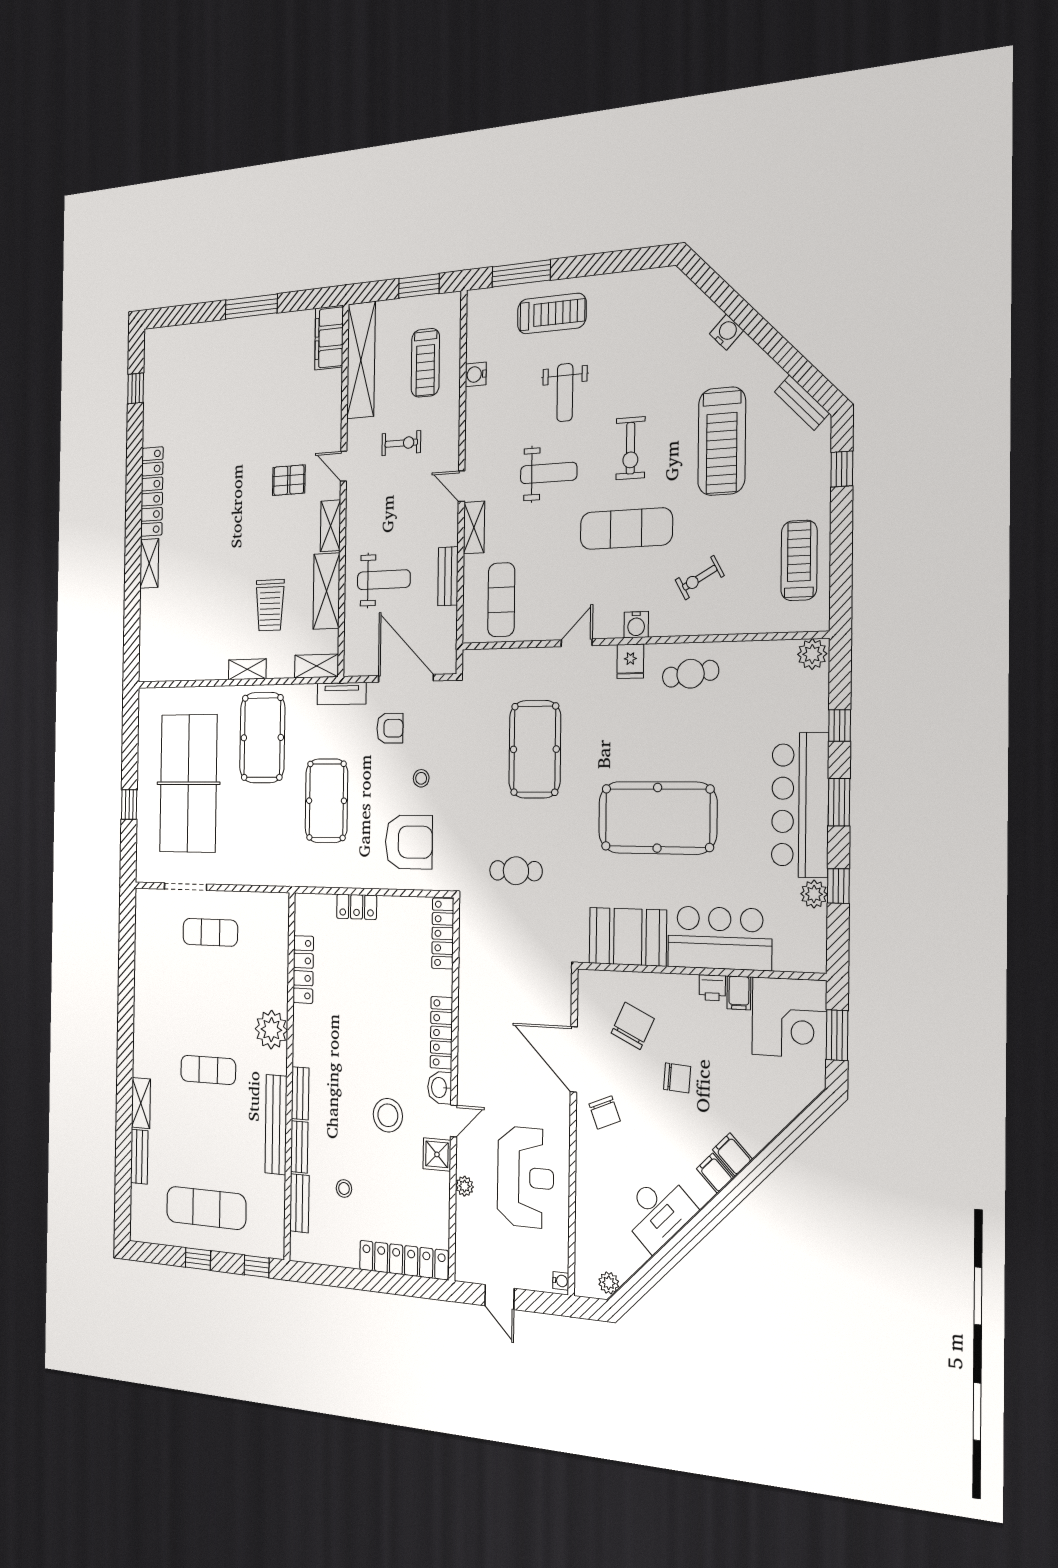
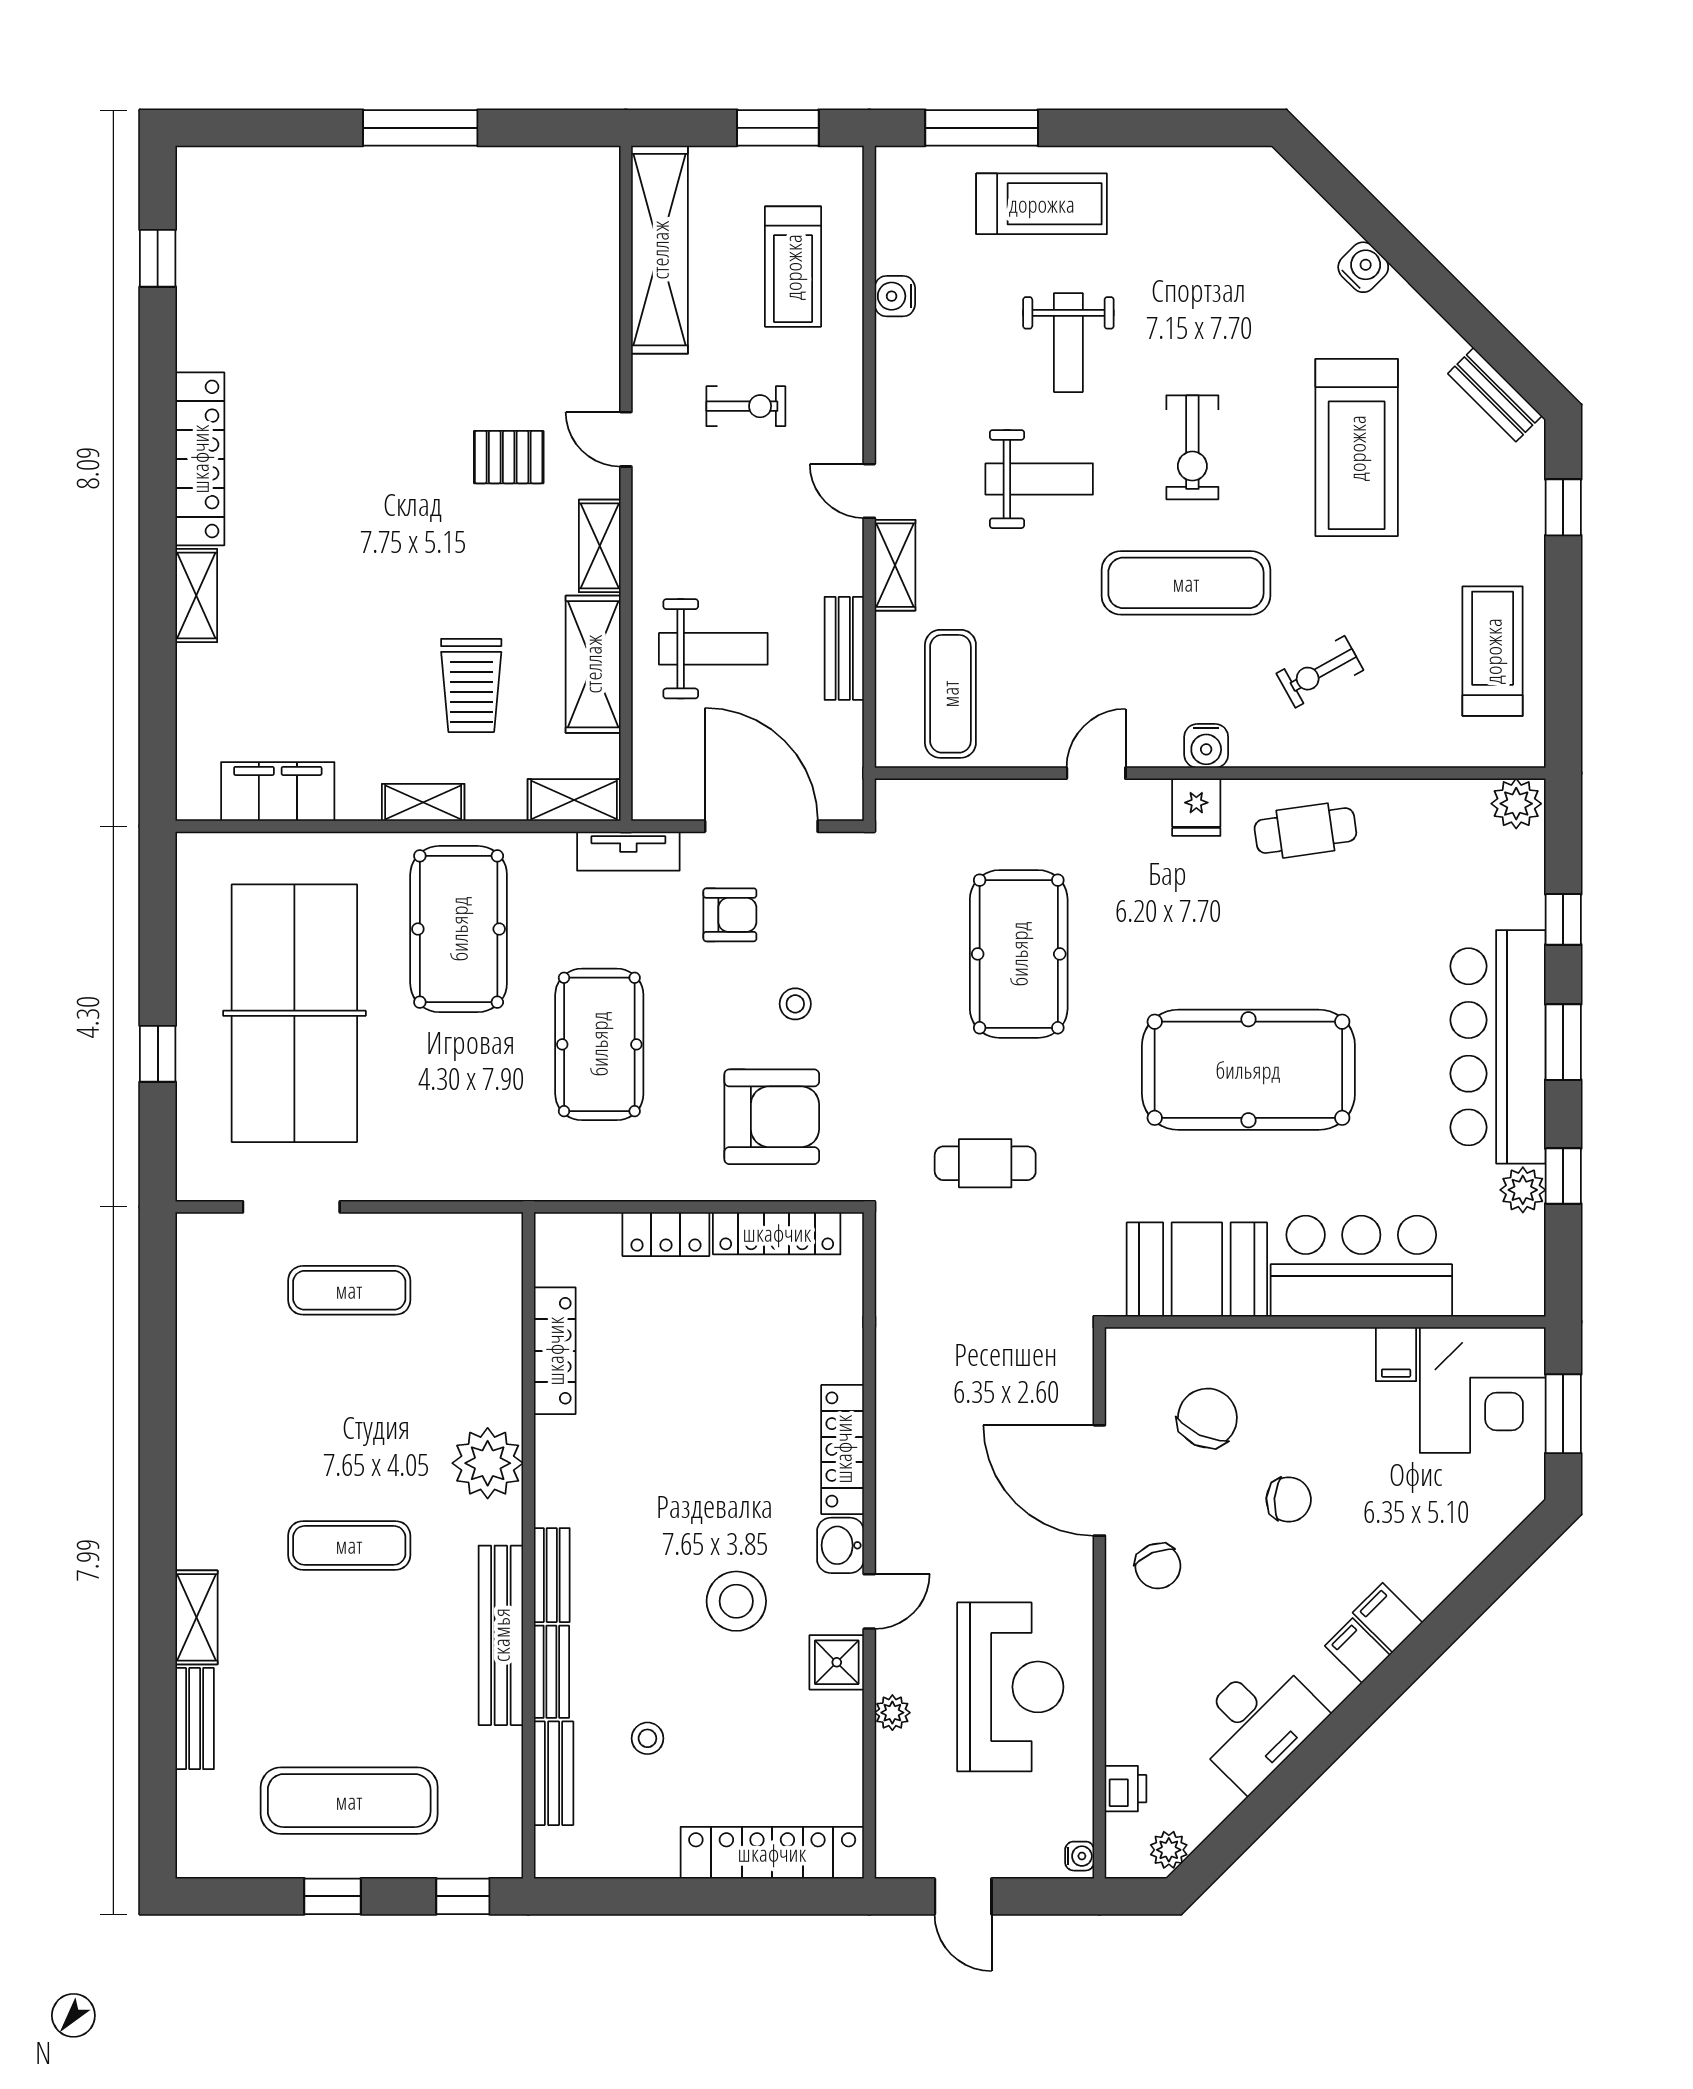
filing cabinet: (329, 338) -> (278, 791), moved, turned 90
locker: (443, 933) -> (777, 1233), moved, turned -90
printer: (712, 988) -> (1125, 1789), moved, turned -90

